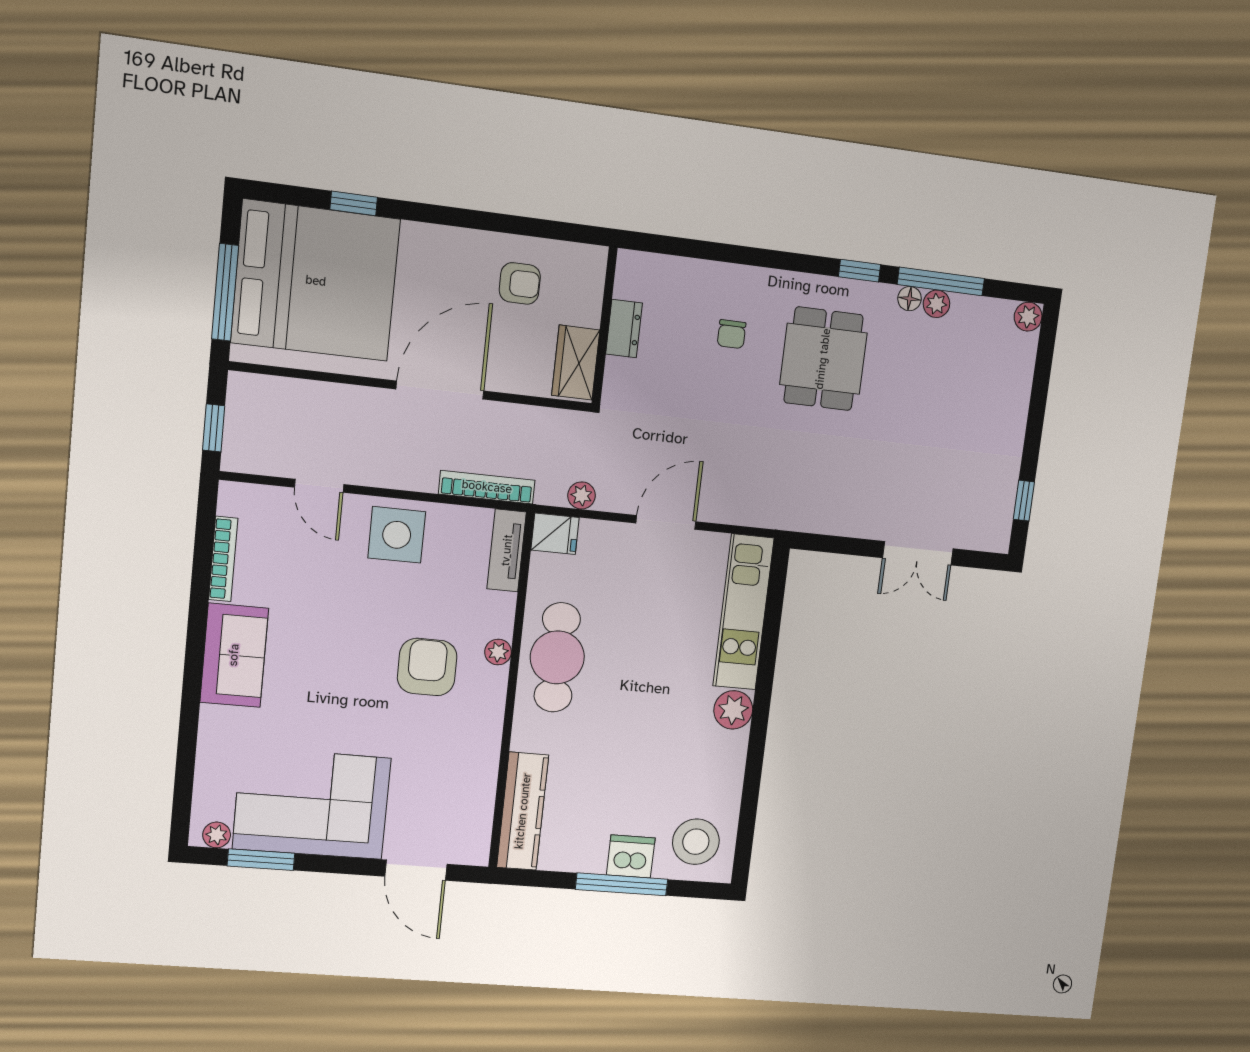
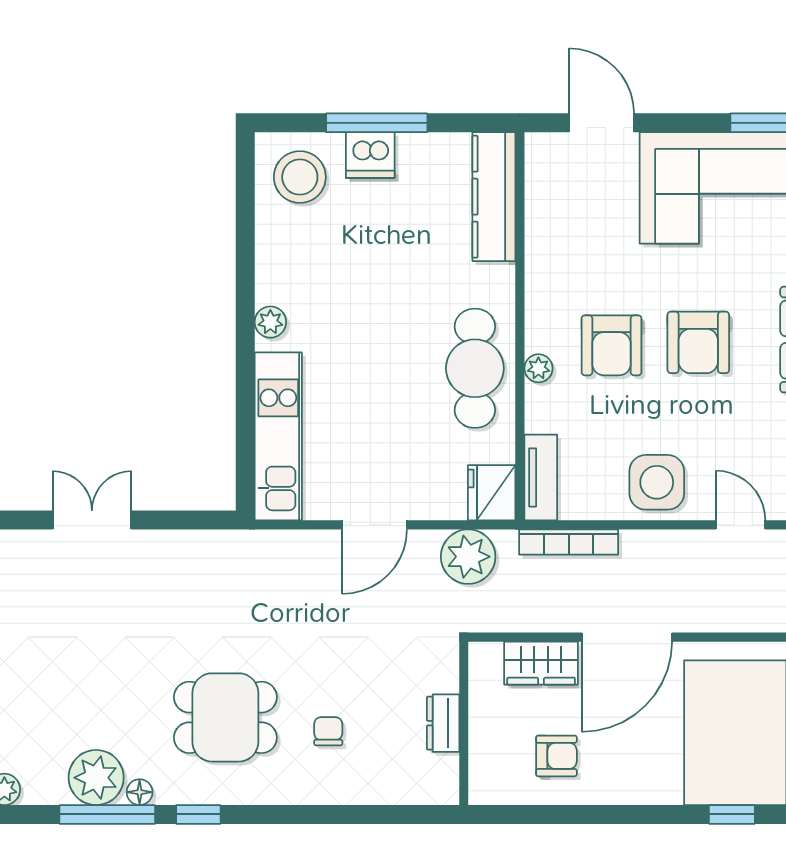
armchair: (520, 283) -> (556, 756), turned 180
plant: (936, 304) -> (96, 778), width x1.88, depth x1.88
dining table: (823, 359) -> (225, 717), turned 90
wardrobe: (576, 363) -> (541, 663), moved, turned 90
plant: (582, 495) -> (468, 557), width x1.88, depth x1.88
fridge: (555, 534) -> (492, 493), width x1.38
armchair: (344, 662) -> (698, 342), added
plant: (733, 710) -> (270, 322), width x0.73, depth x0.73

